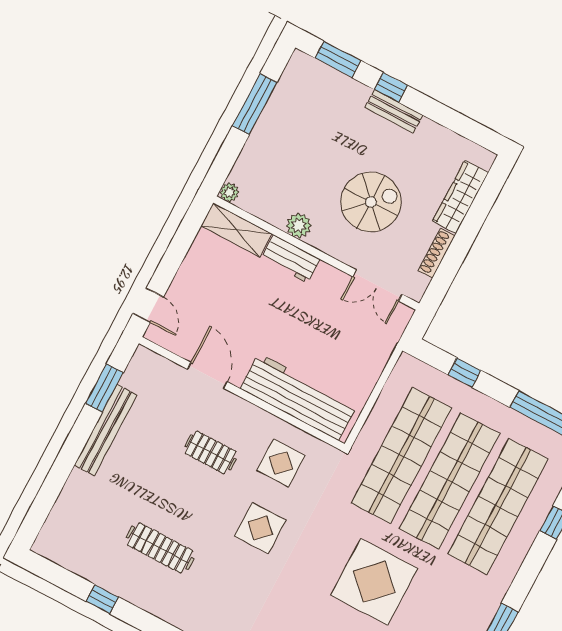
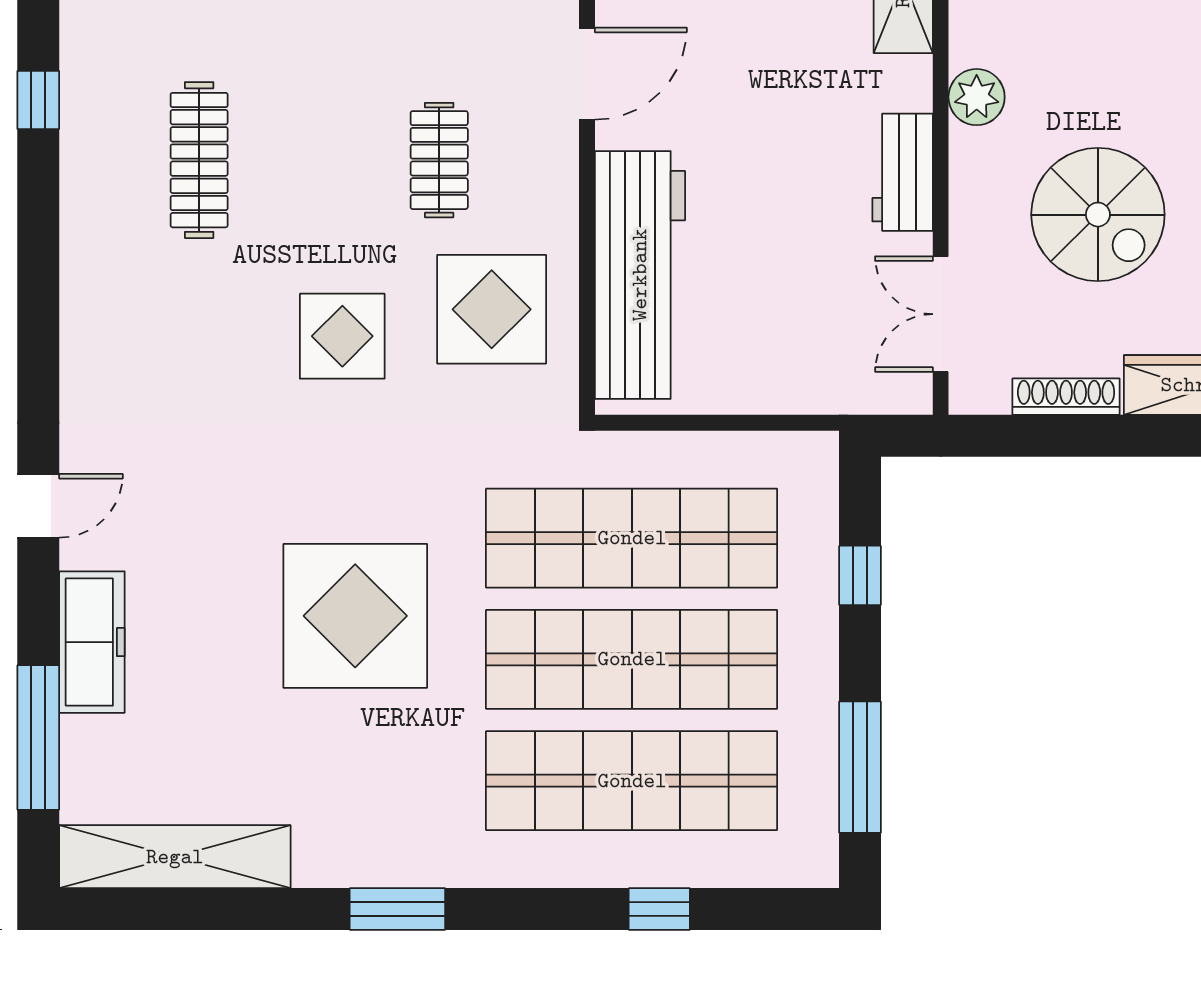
workbench: (291, 259) -> (903, 172), moved
display table: (281, 463) -> (492, 309), width x1.36, depth x1.36

